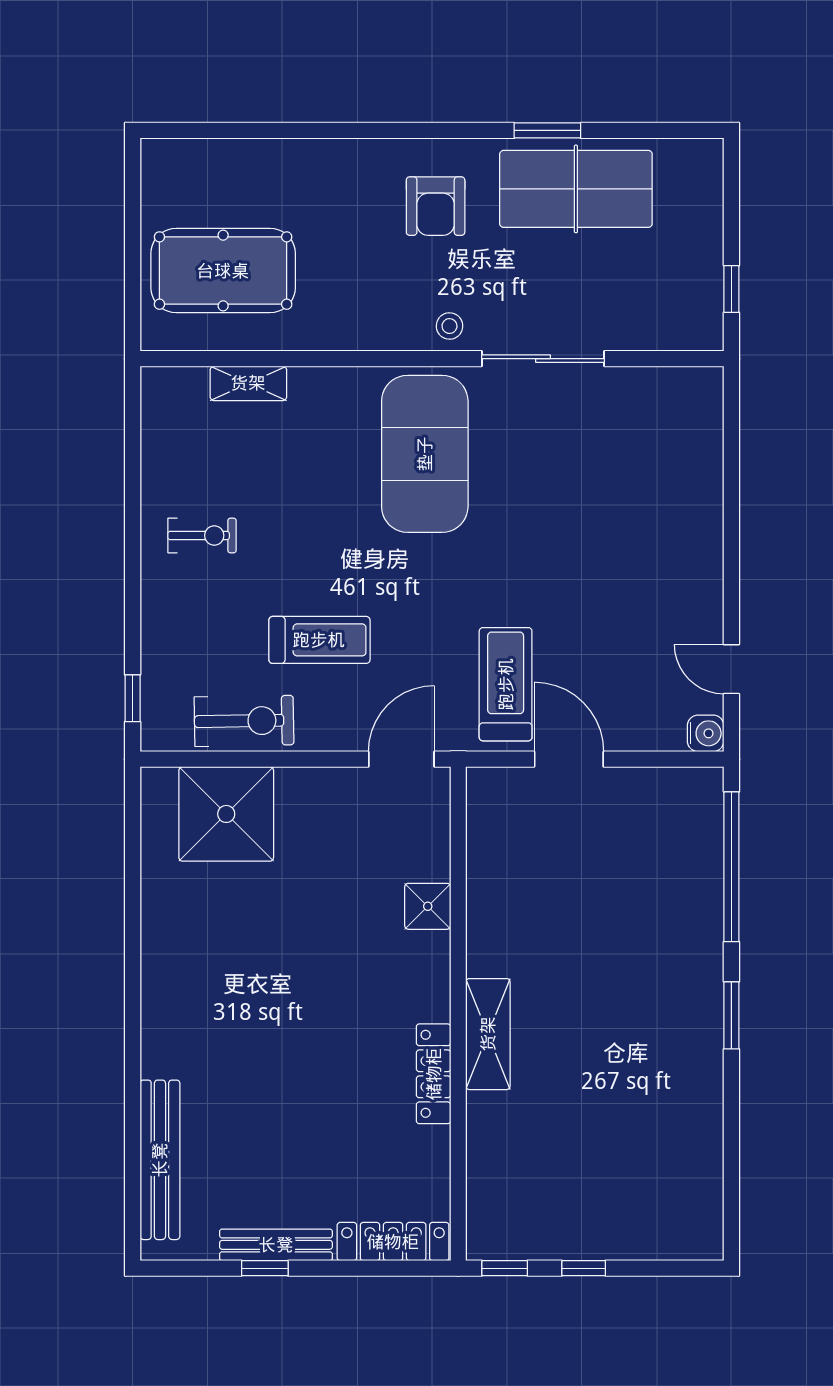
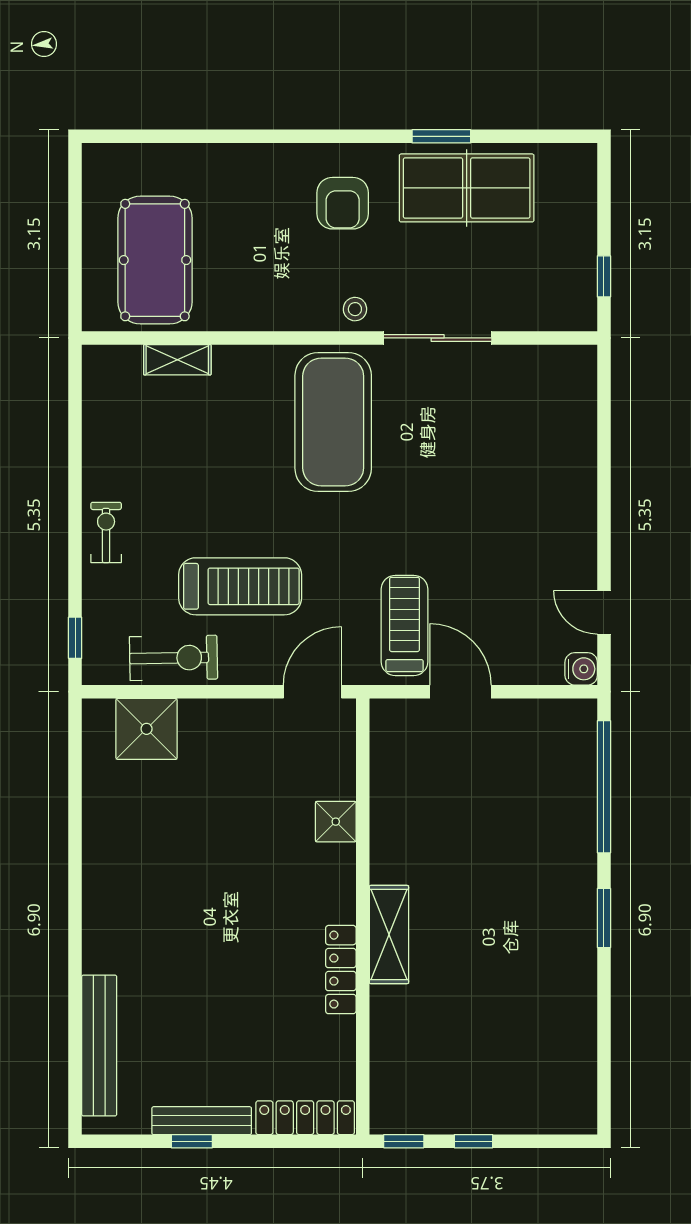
pool table: (223, 271) -> (155, 260), turned 90
exercise bike: (202, 536) -> (106, 532), moved, turned -90
treadmill: (319, 640) -> (240, 586), width x1.37, depth x1.38
shower: (226, 814) -> (147, 729), width x0.73, depth x0.73

